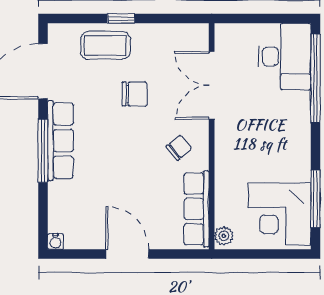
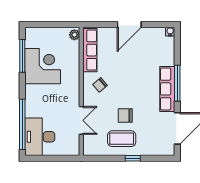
coffee table: (105, 45) -> (122, 139), moved
double door: (212, 85) -> (81, 120), width x0.73
corner desk: (280, 214) -> (43, 66), moved
door: (127, 254) -> (129, 24), hinge flipped

